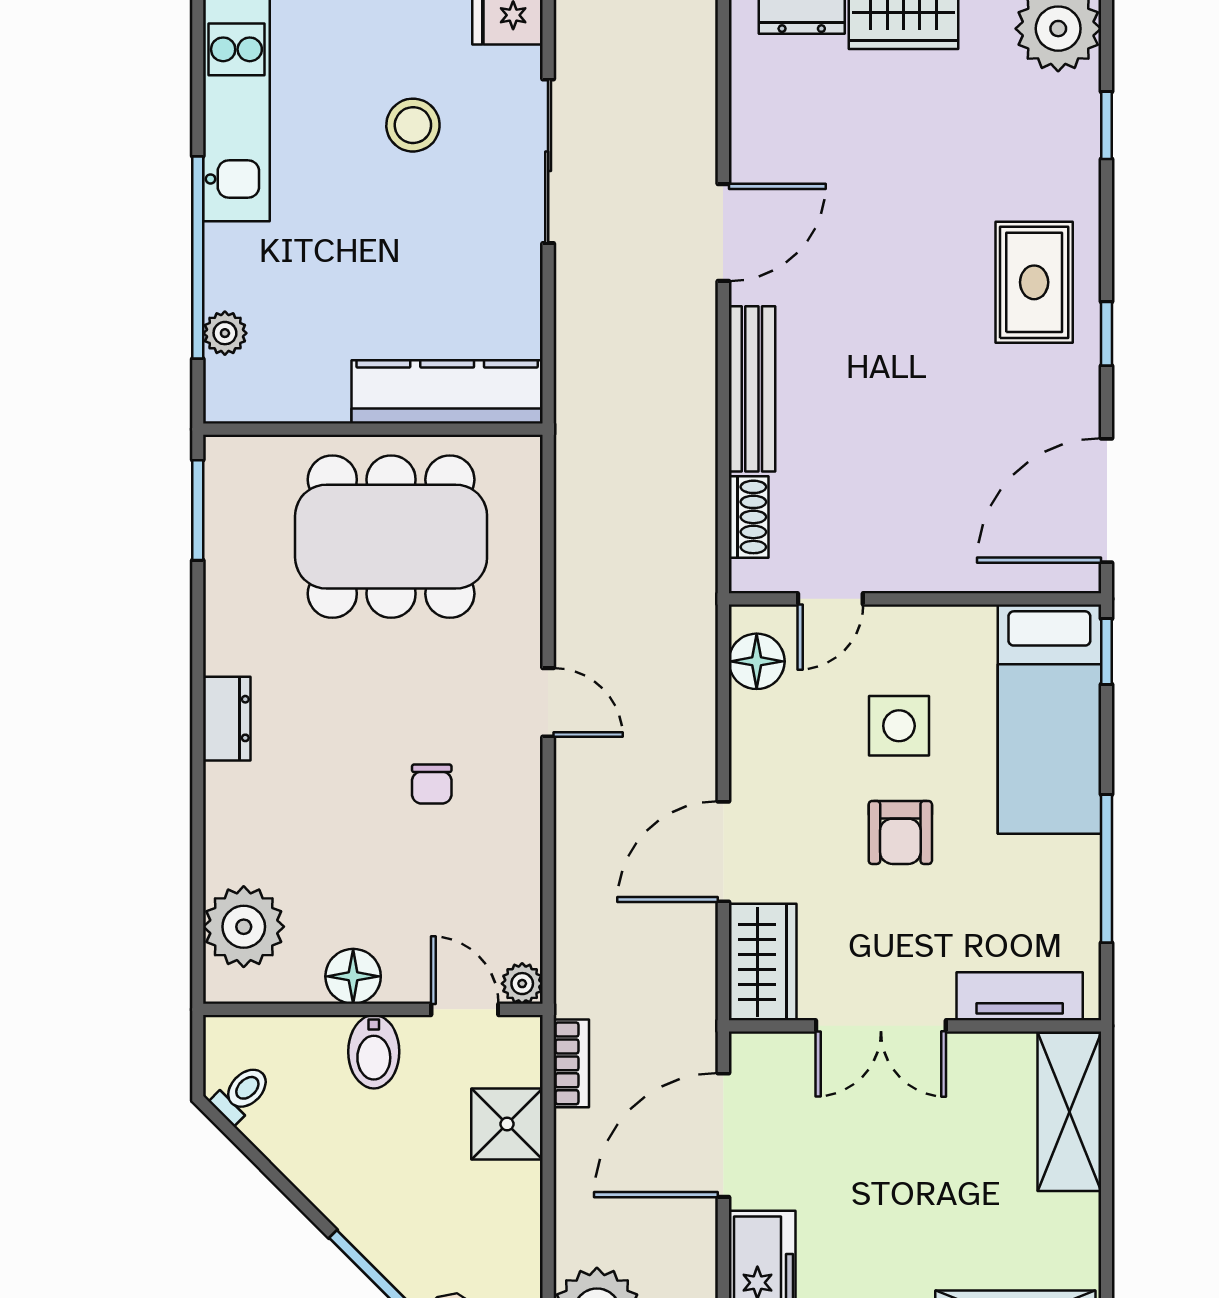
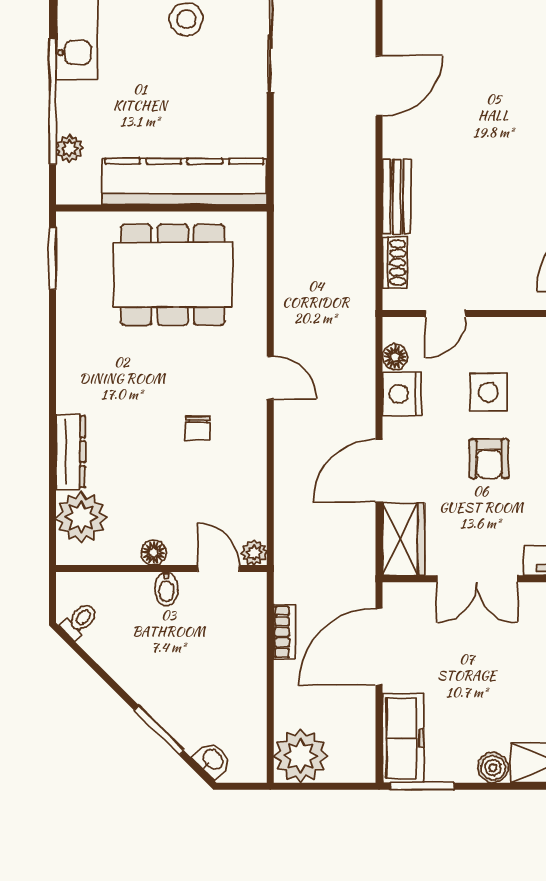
bench: (752, 389) -> (397, 197), width x0.73
kitchen counter: (447, 392) -> (184, 182), width x1.39, depth x1.17
floor lamp: (757, 661) -> (395, 357), width x0.73, depth x0.73
dresser: (227, 719) -> (71, 452), moved, width x1.44
nightstand: (760, 728) -> (402, 394), added
floor lamp: (353, 976) -> (154, 553), width x0.73, depth x0.73
bidet: (374, 1052) -> (166, 589), width x0.72, depth x0.74
bookcase: (571, 1063) -> (285, 632), moved
shower: (507, 1124) -> (245, 640), removed

